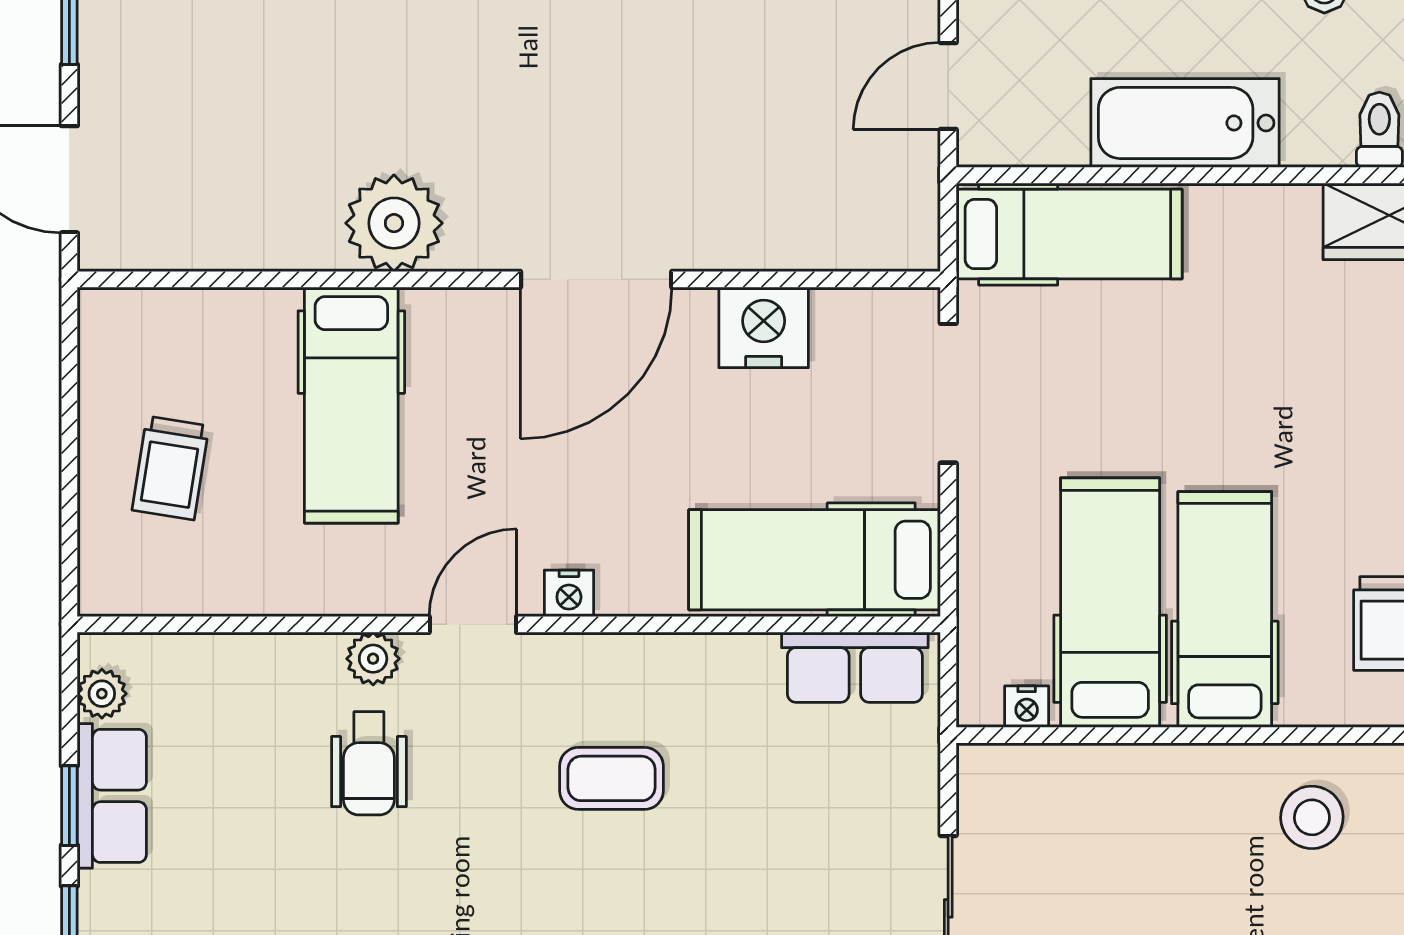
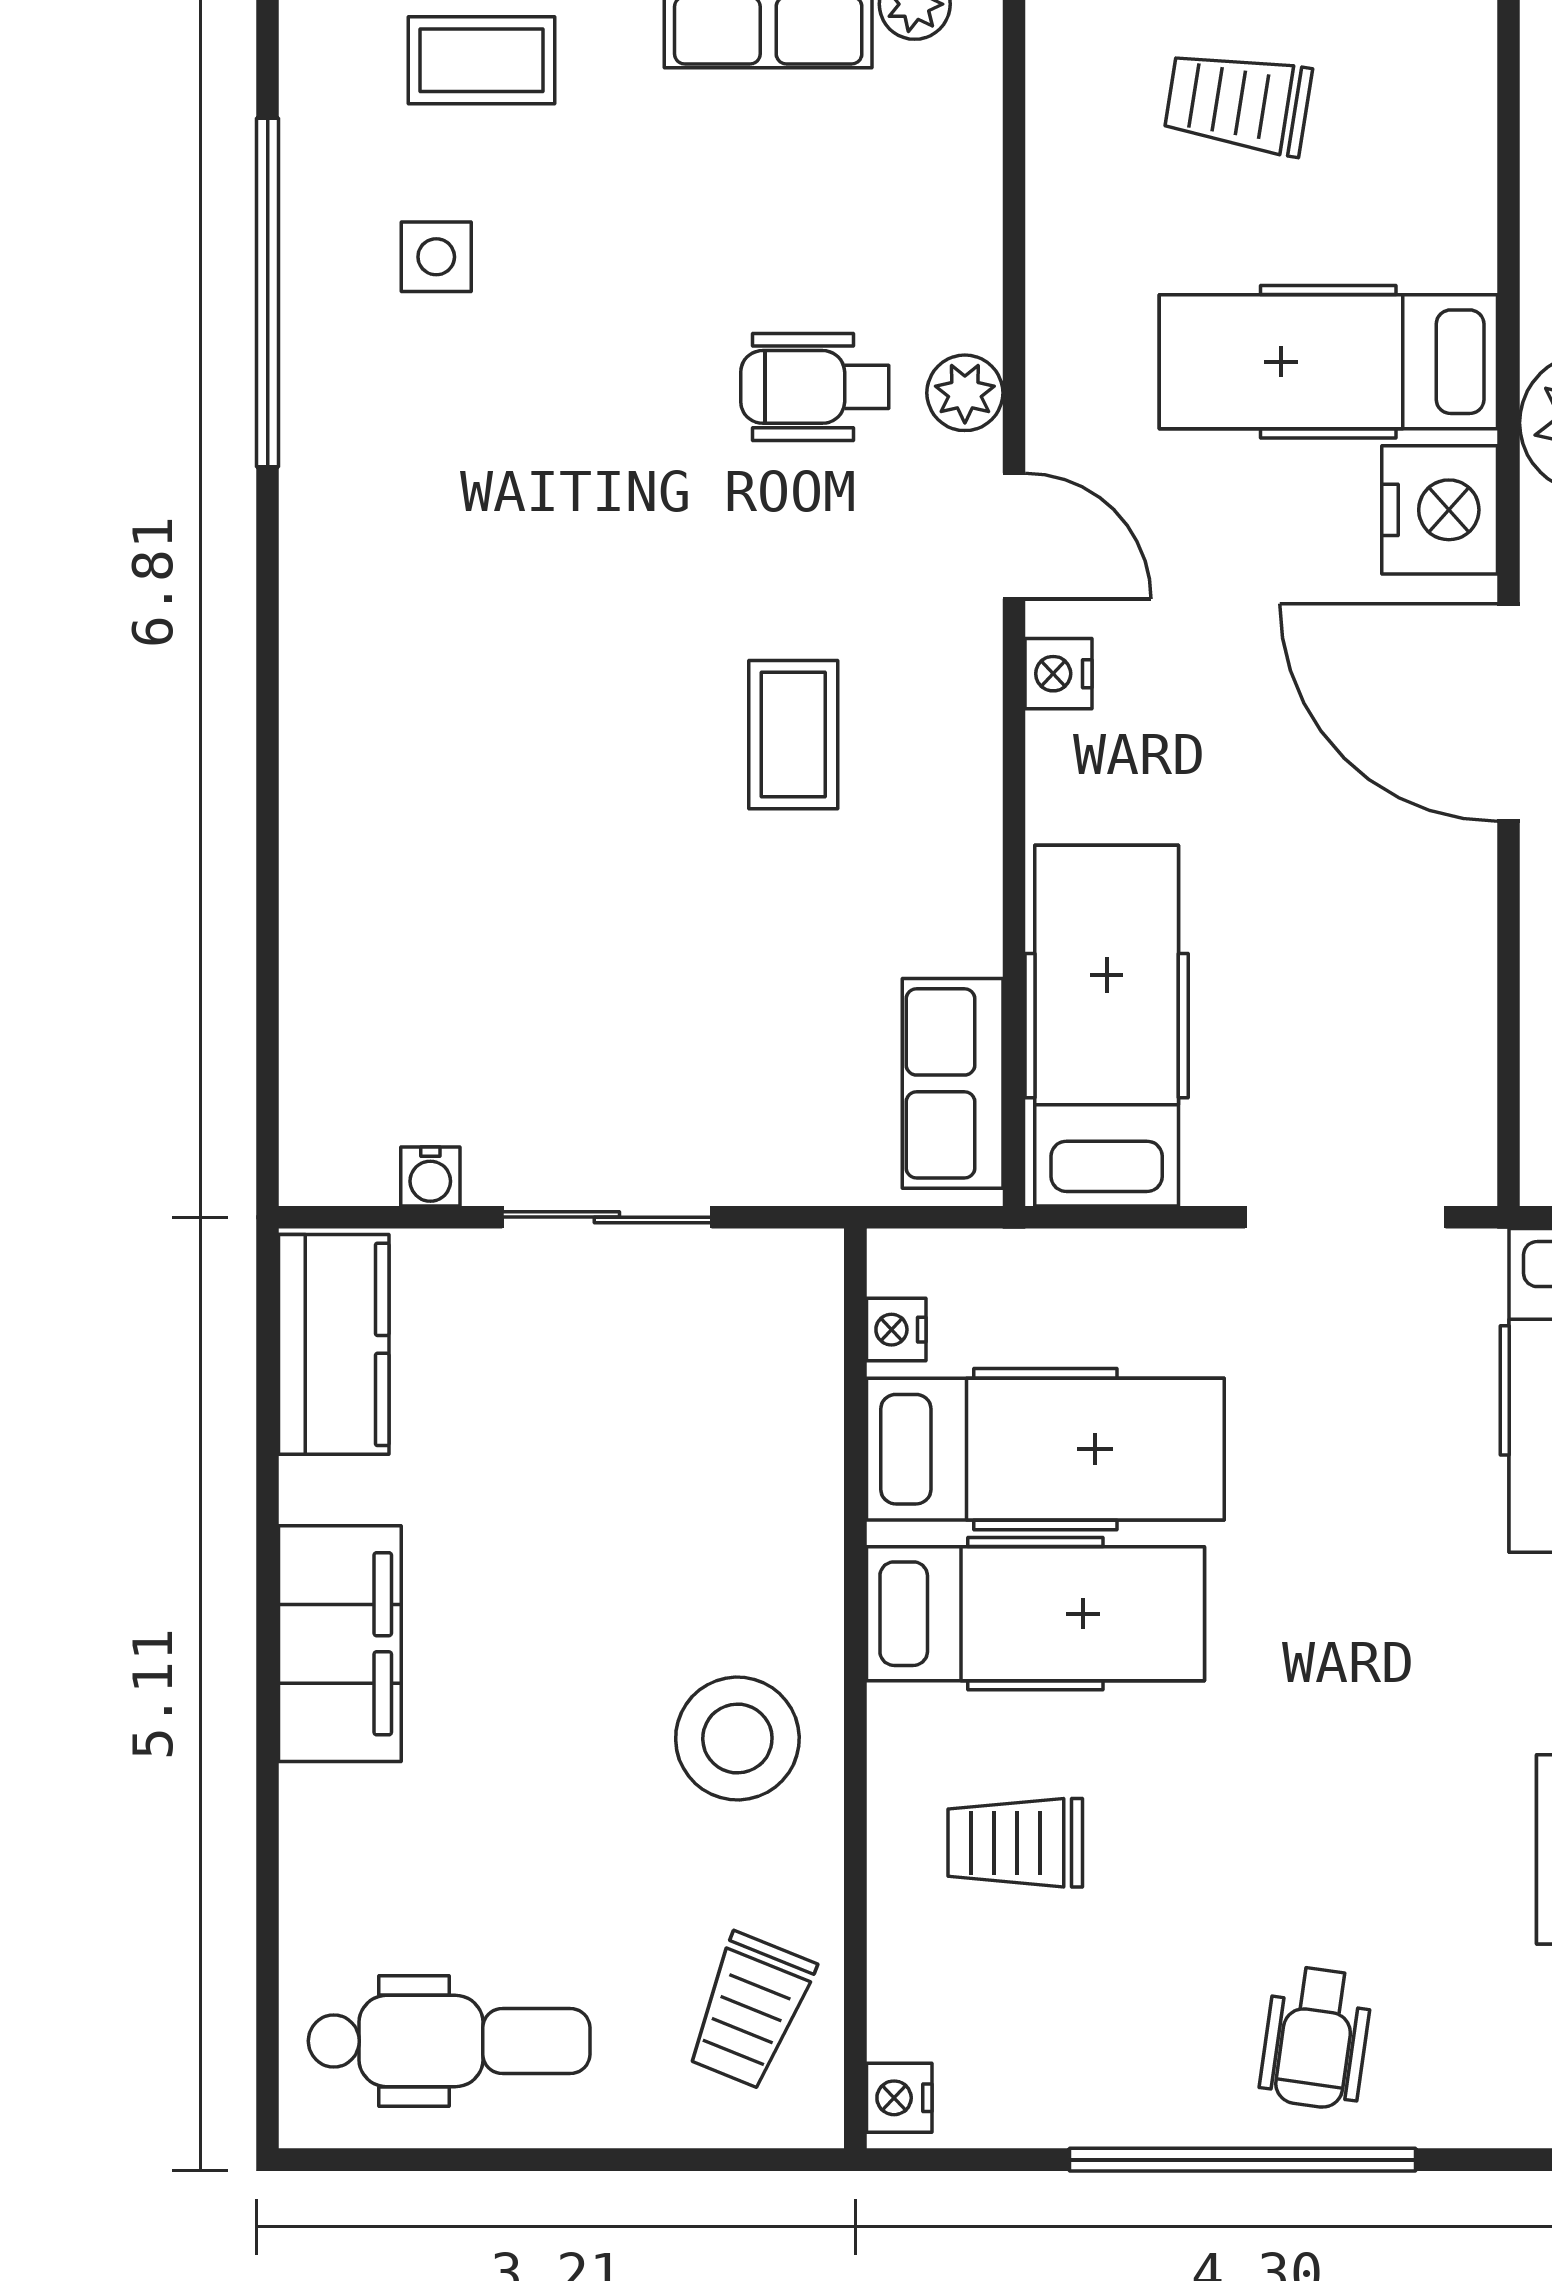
nightstand: (764, 327) -> (1440, 510), moved
stool: (1312, 817) -> (737, 1739), width x1.38, depth x1.38

